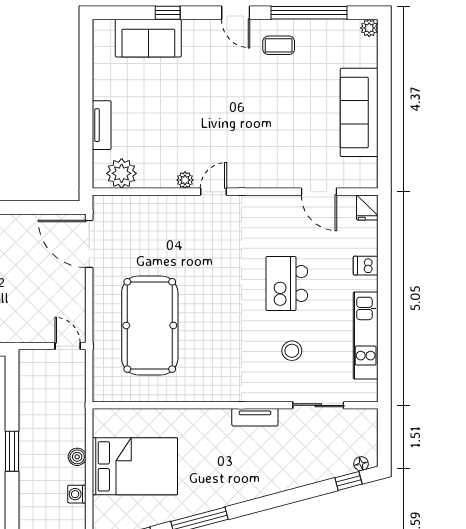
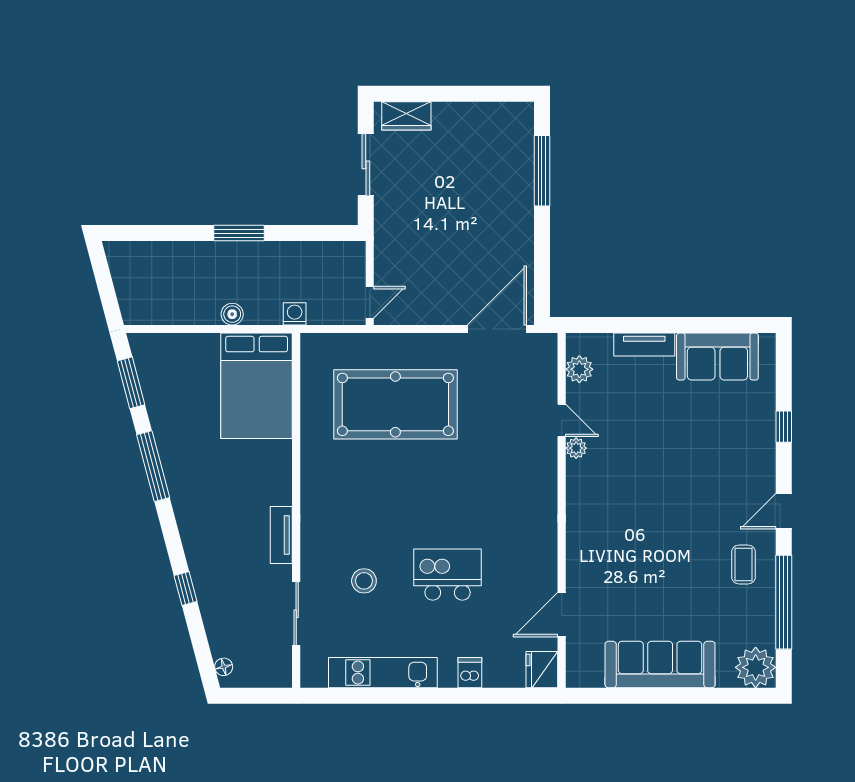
plant: (369, 28) -> (756, 667), width x1.88, depth x1.88
sofa: (148, 38) -> (717, 357), moved, turned -90
plant: (122, 173) -> (579, 369), width x0.73, depth x0.73
door: (213, 192) -> (562, 420), moved
fridge: (367, 207) -> (542, 670), width x1.38
bed: (135, 466) -> (257, 386), moved
window: (349, 481) -> (186, 589), moved
washing machine: (77, 494) -> (295, 314), moved

